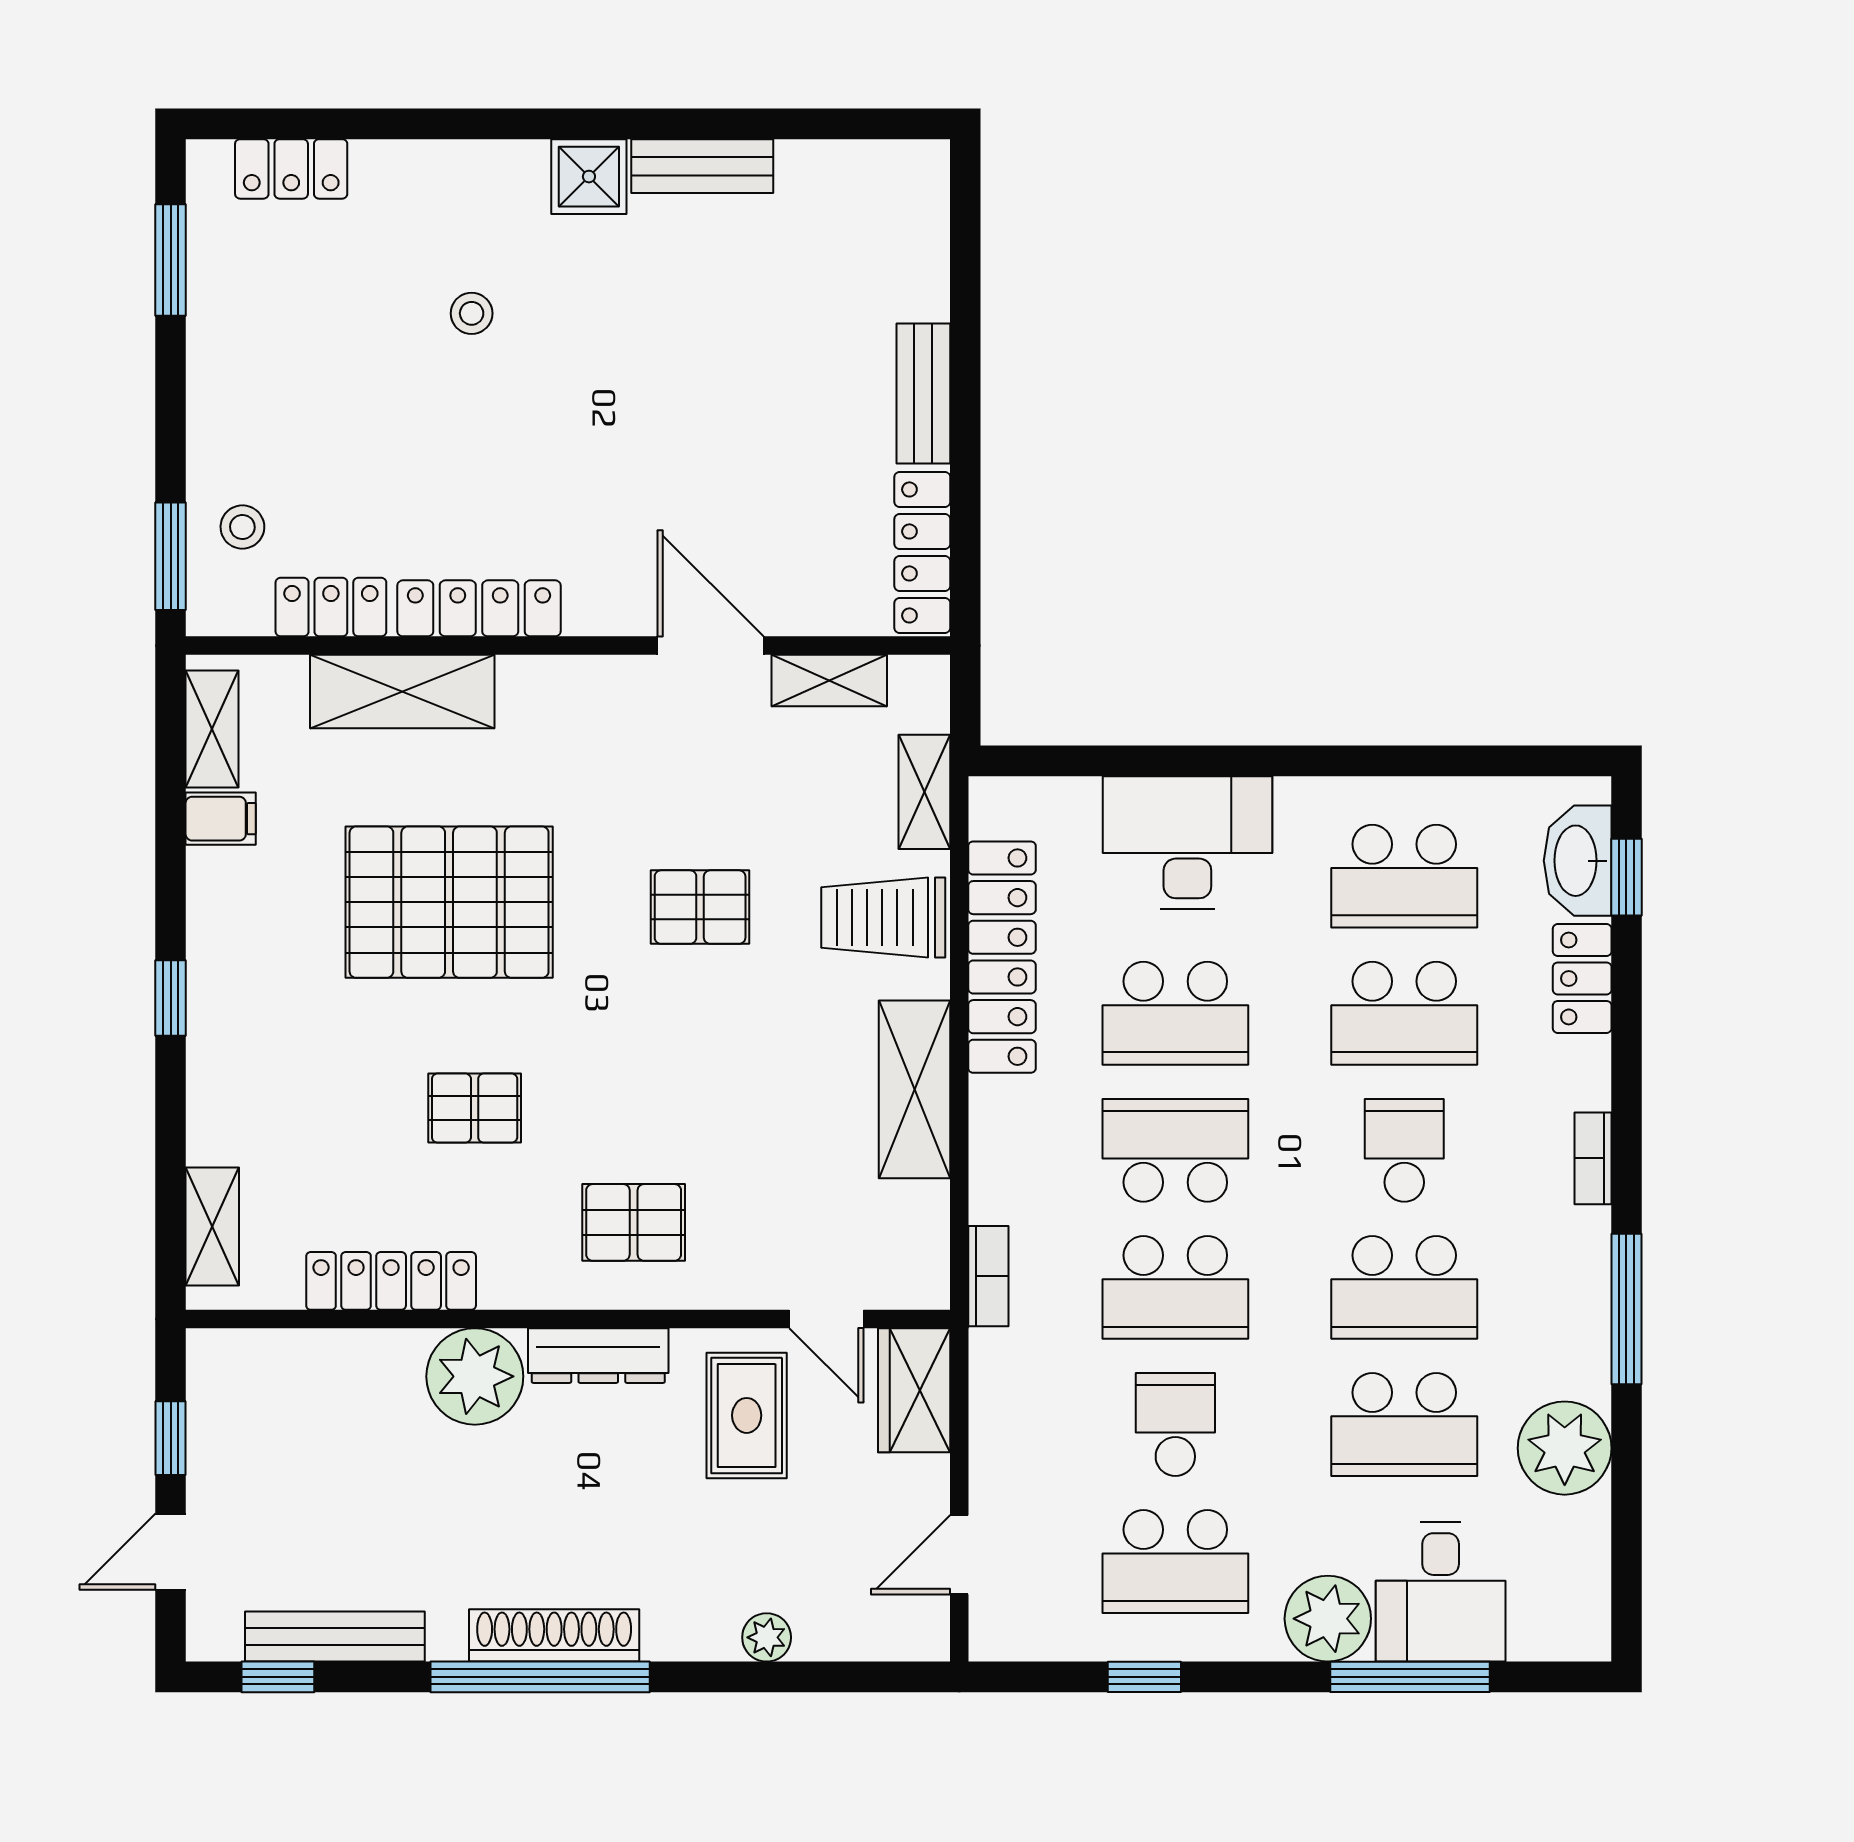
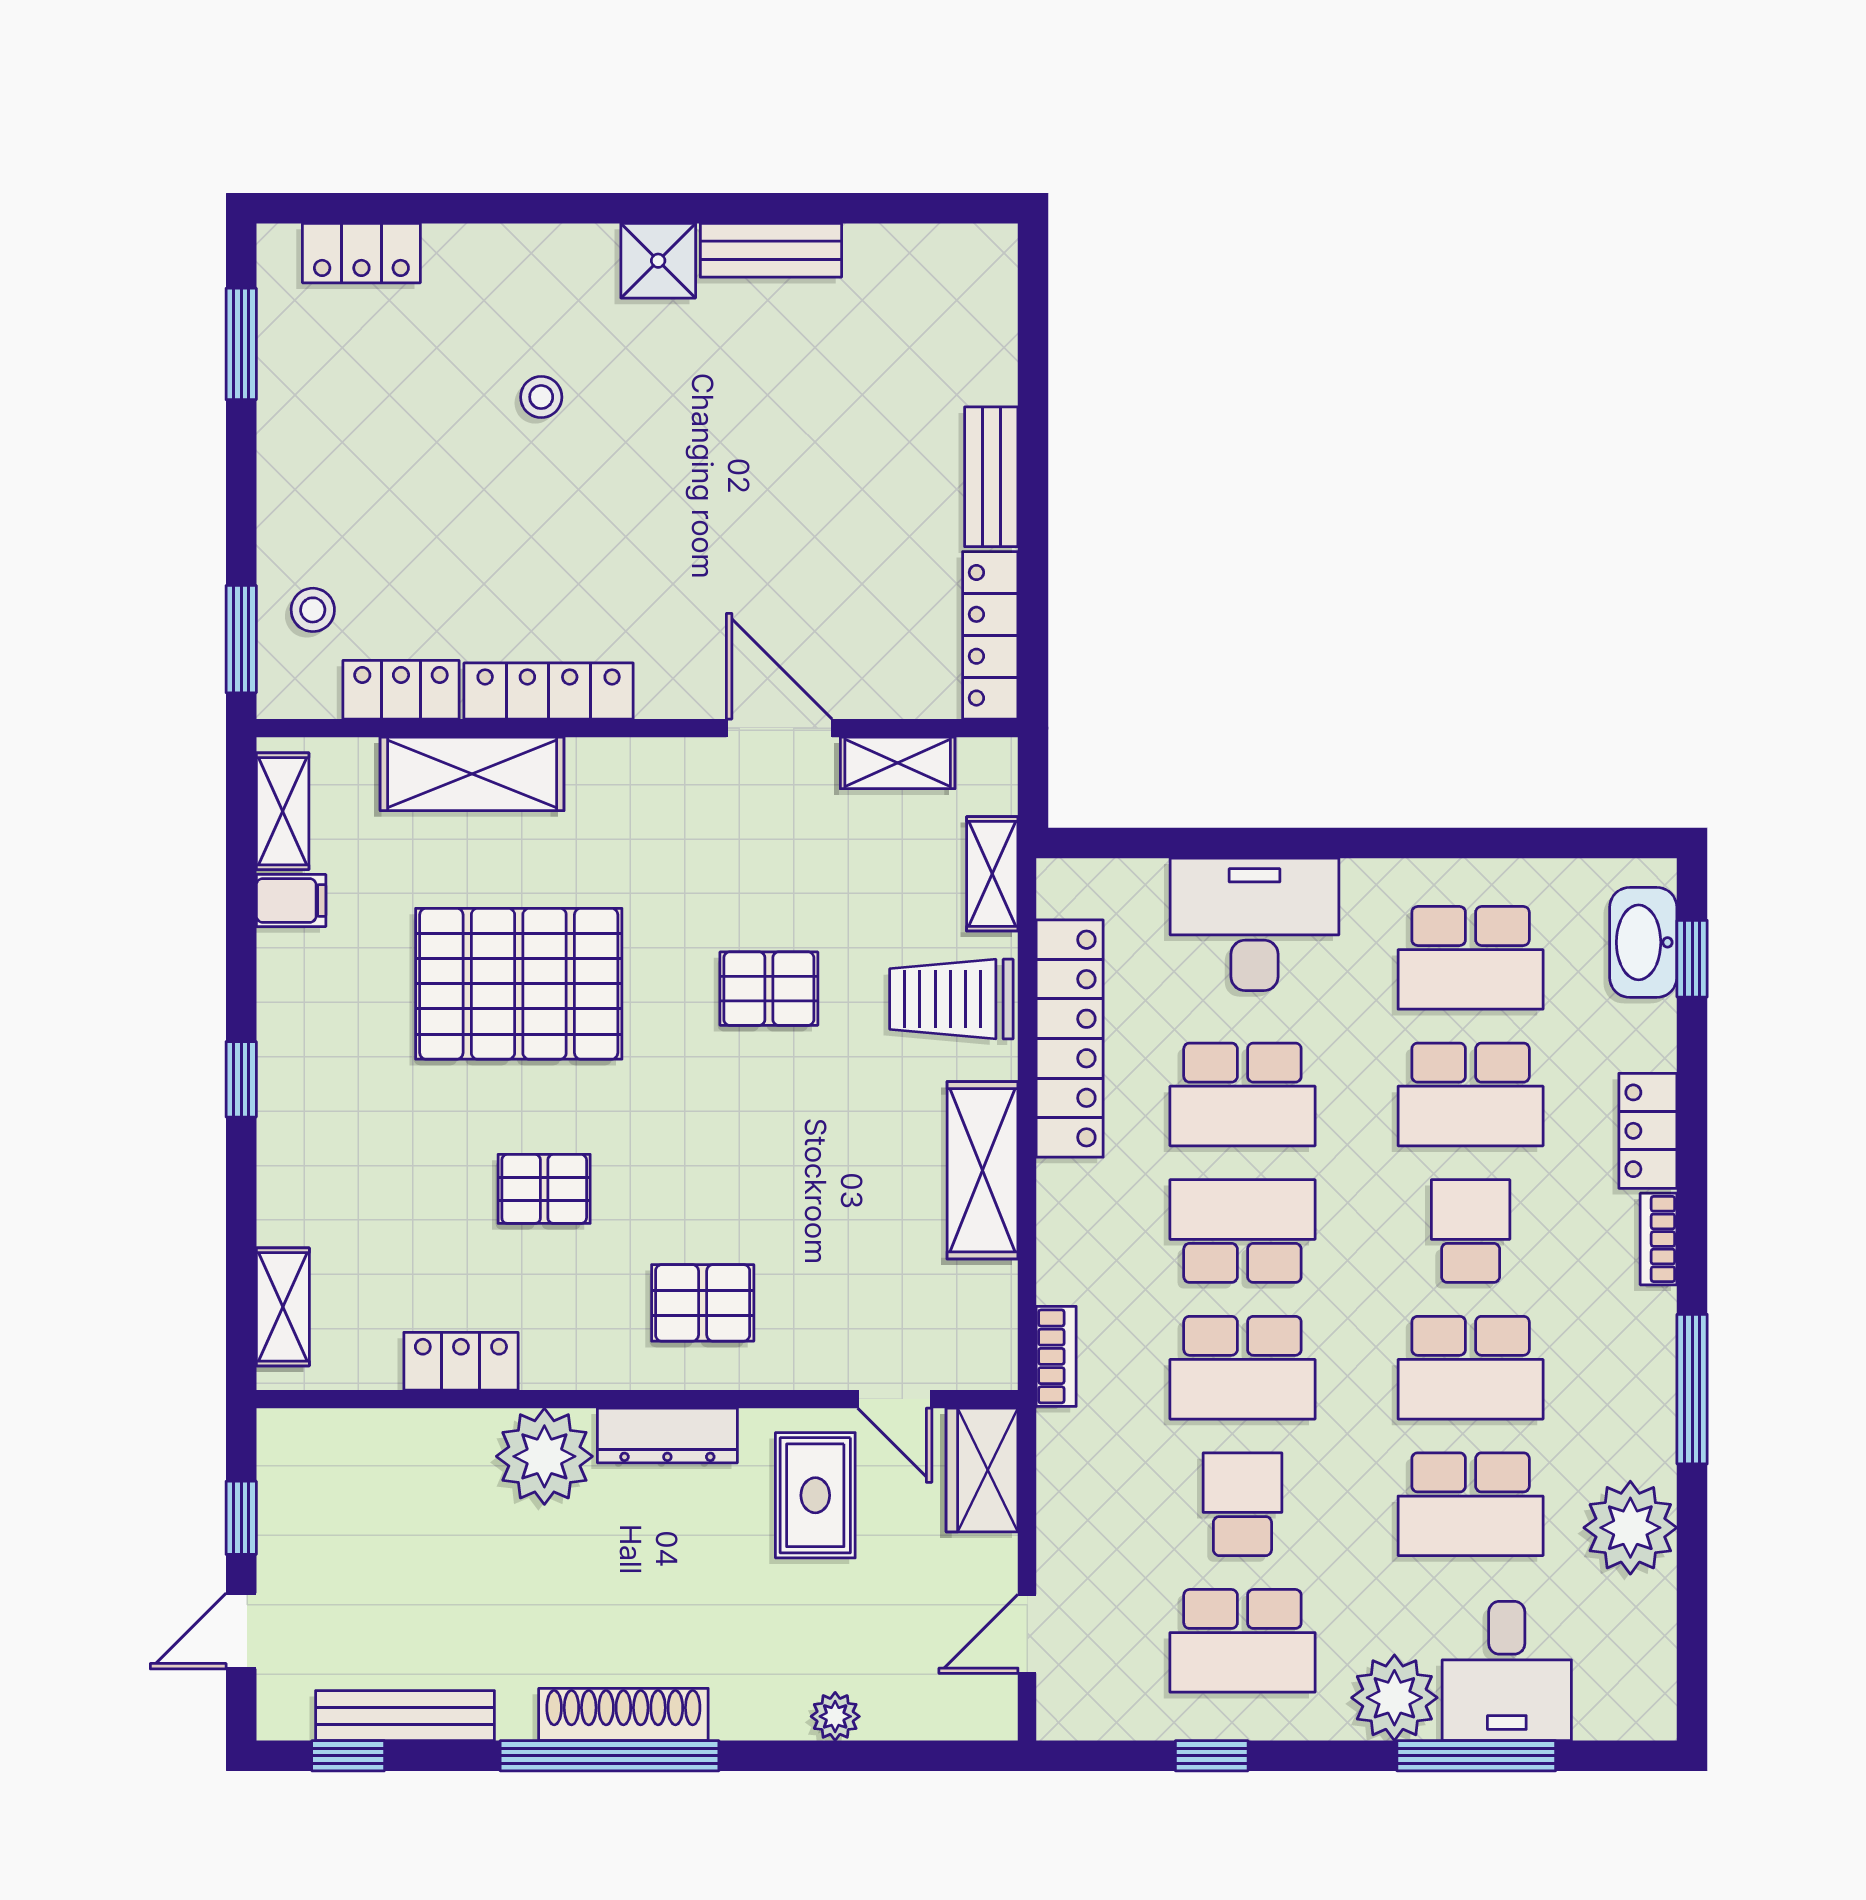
locker: (1582, 978) -> (1648, 1131), moved
locker: (391, 1281) -> (461, 1361), width x0.66

